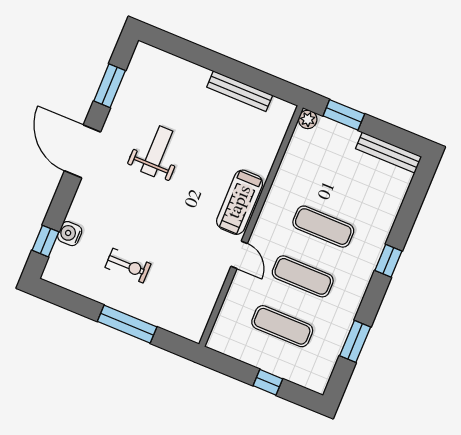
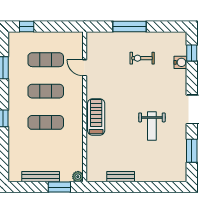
bench: (240, 91) -> (121, 177), width x0.73
bench: (389, 153) -> (41, 177), moved
door: (239, 255) -> (85, 68), moved
window: (268, 382) -> (27, 26), moved

